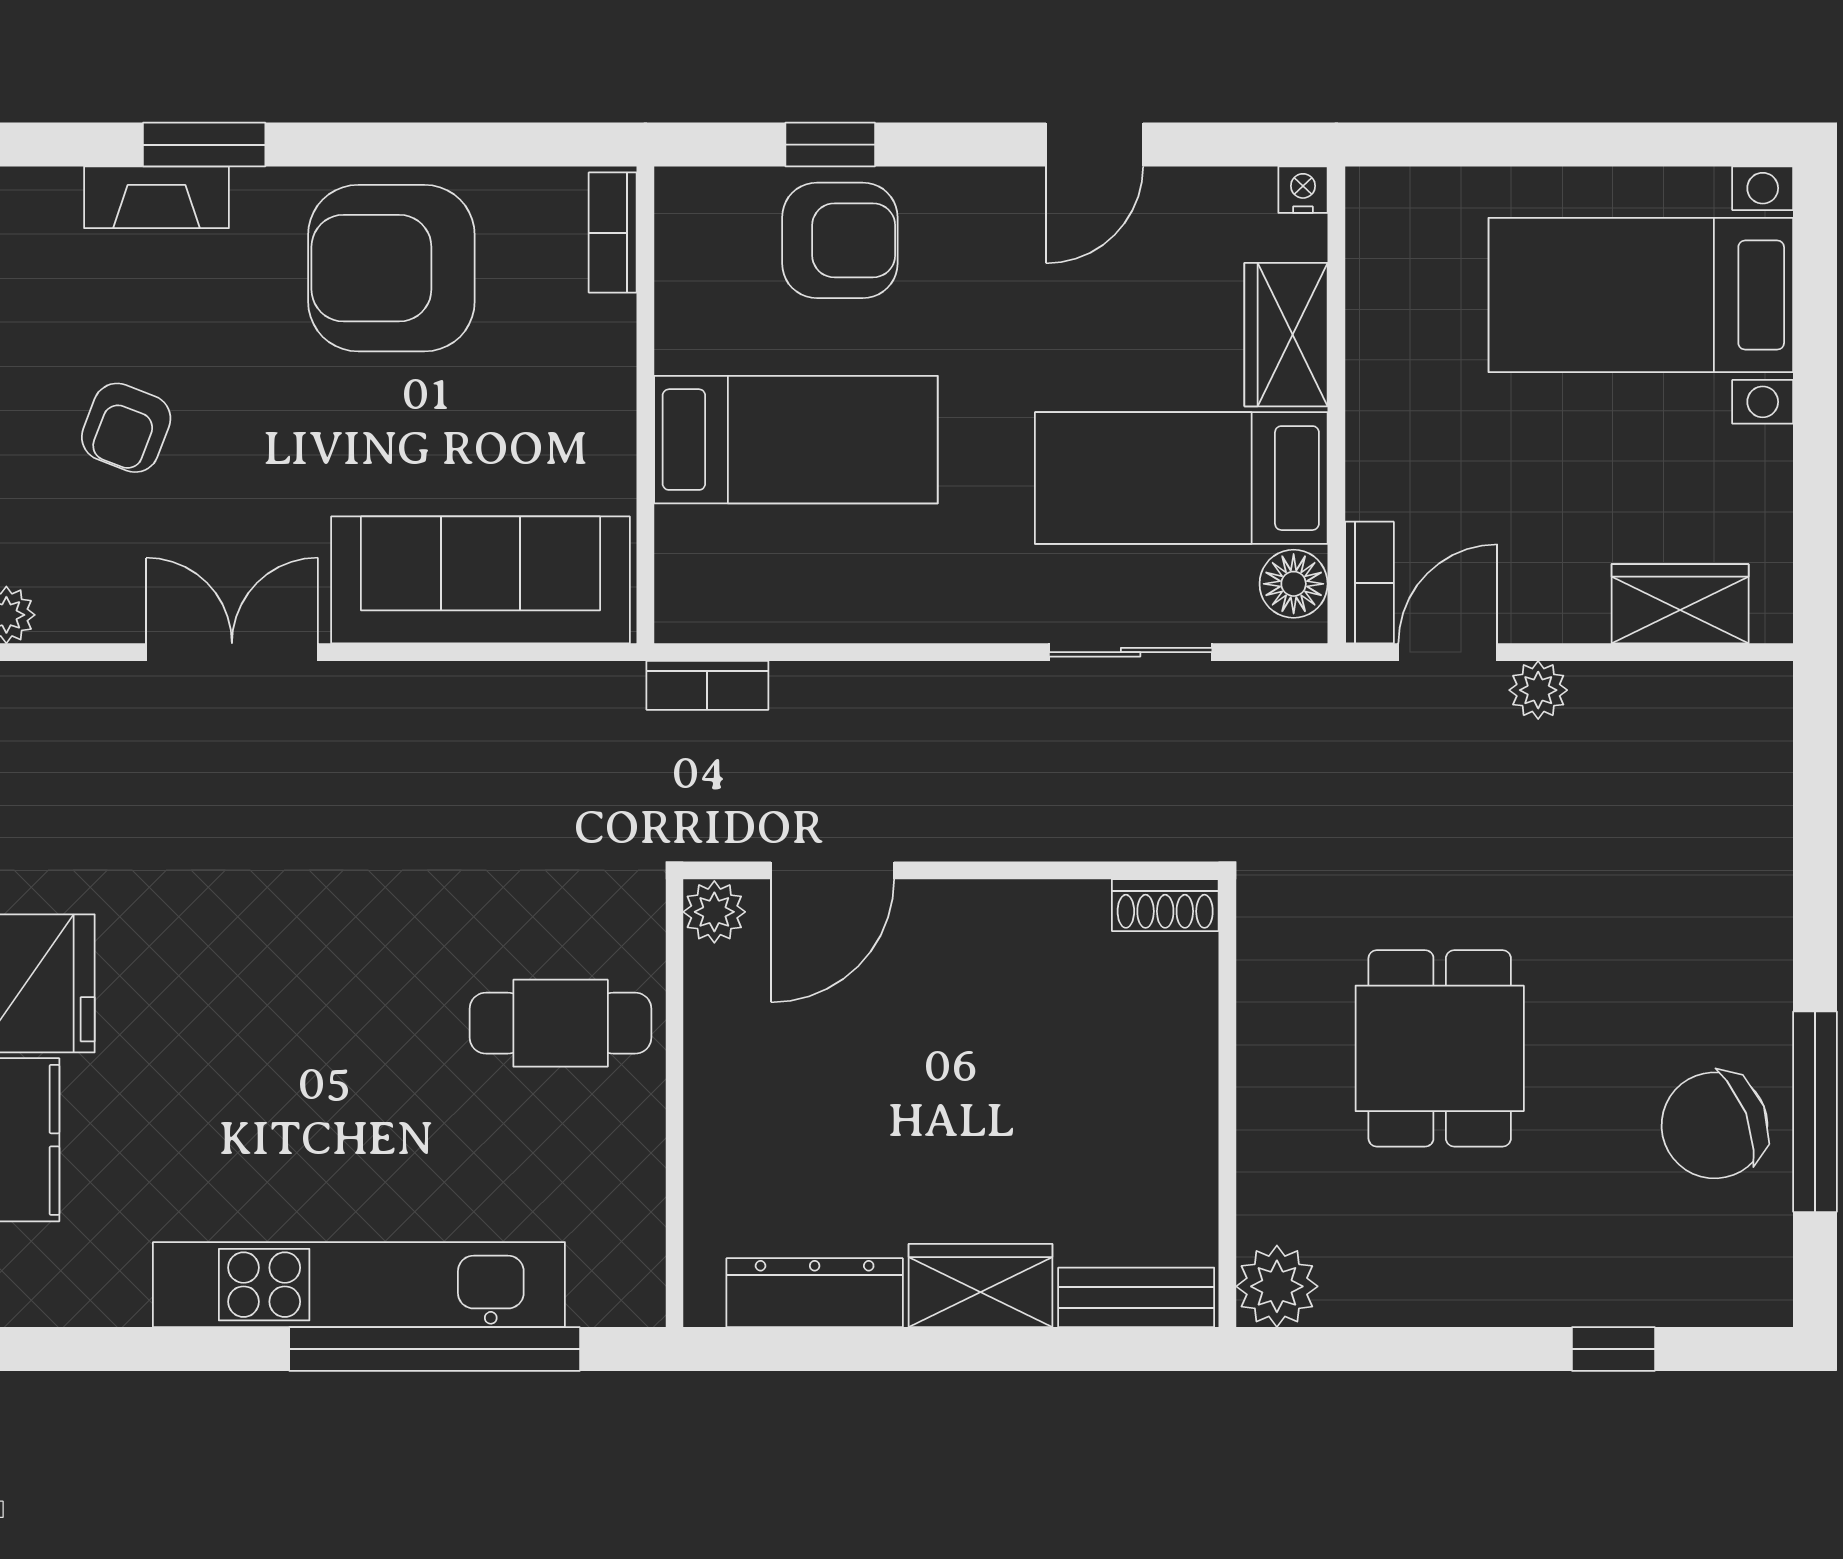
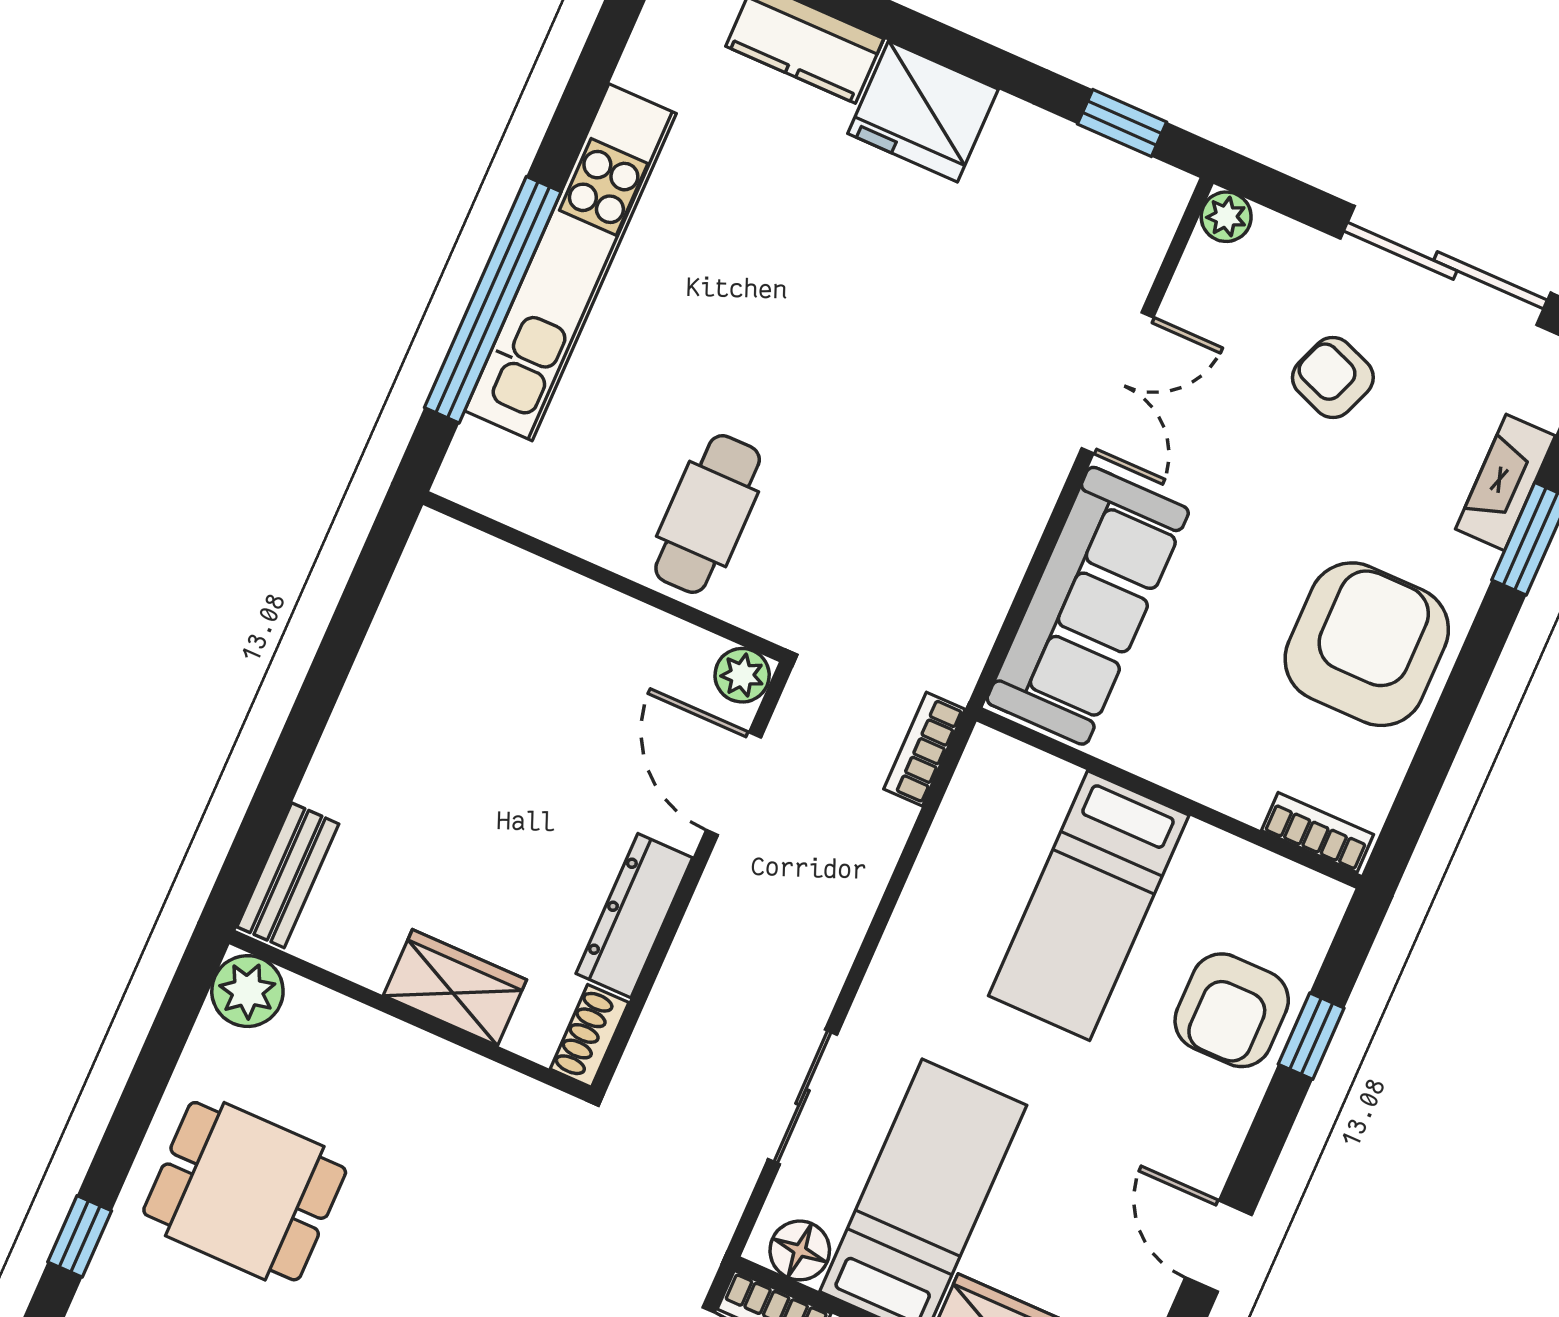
dining table: (1440, 1048) -> (245, 1191), moved
wardrobe: (980, 1286) -> (455, 988), moved, turned -90
dresser: (815, 1293) -> (634, 916), moved, turned 180

